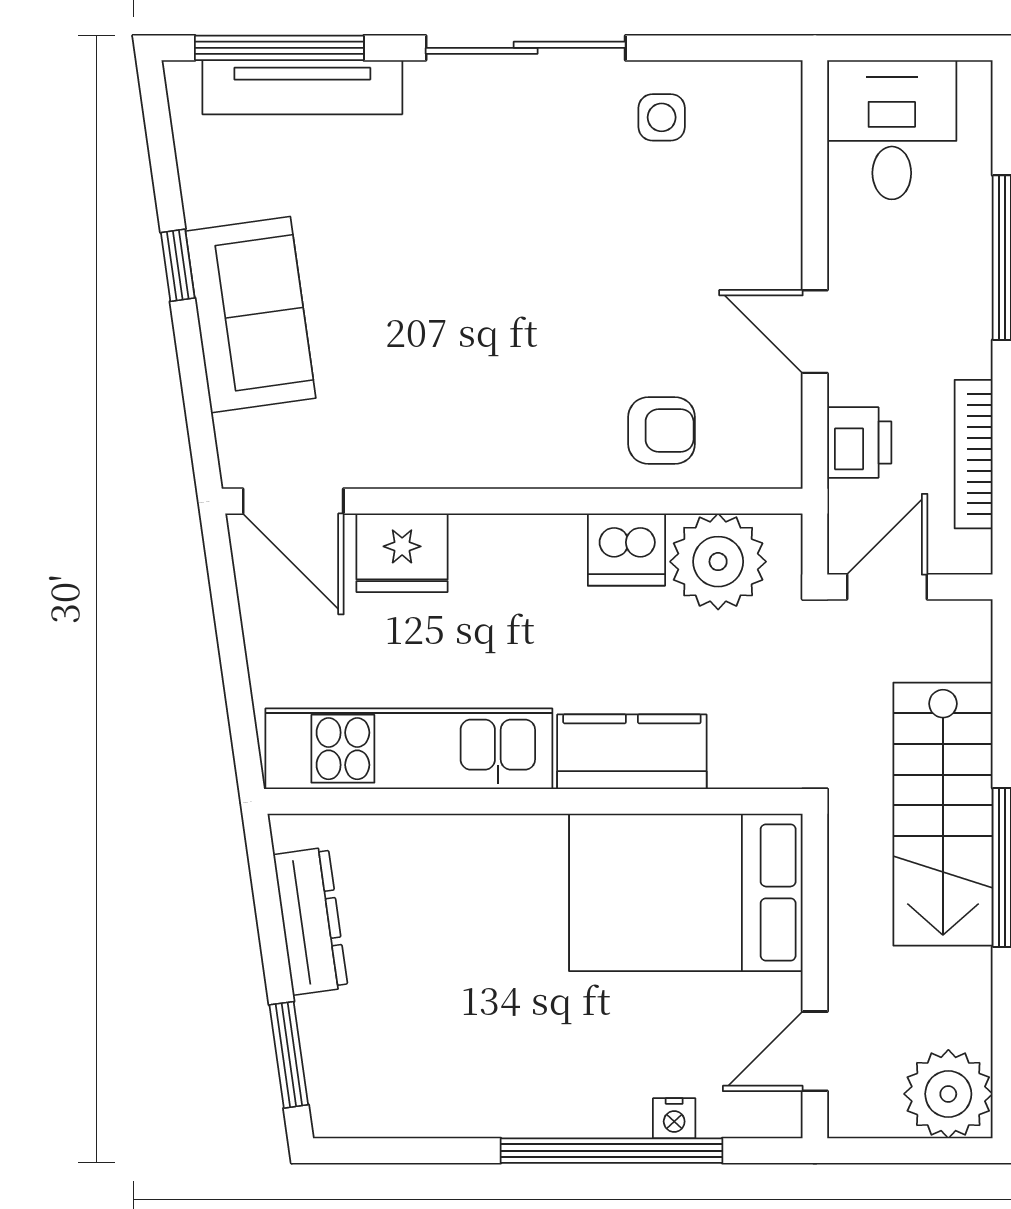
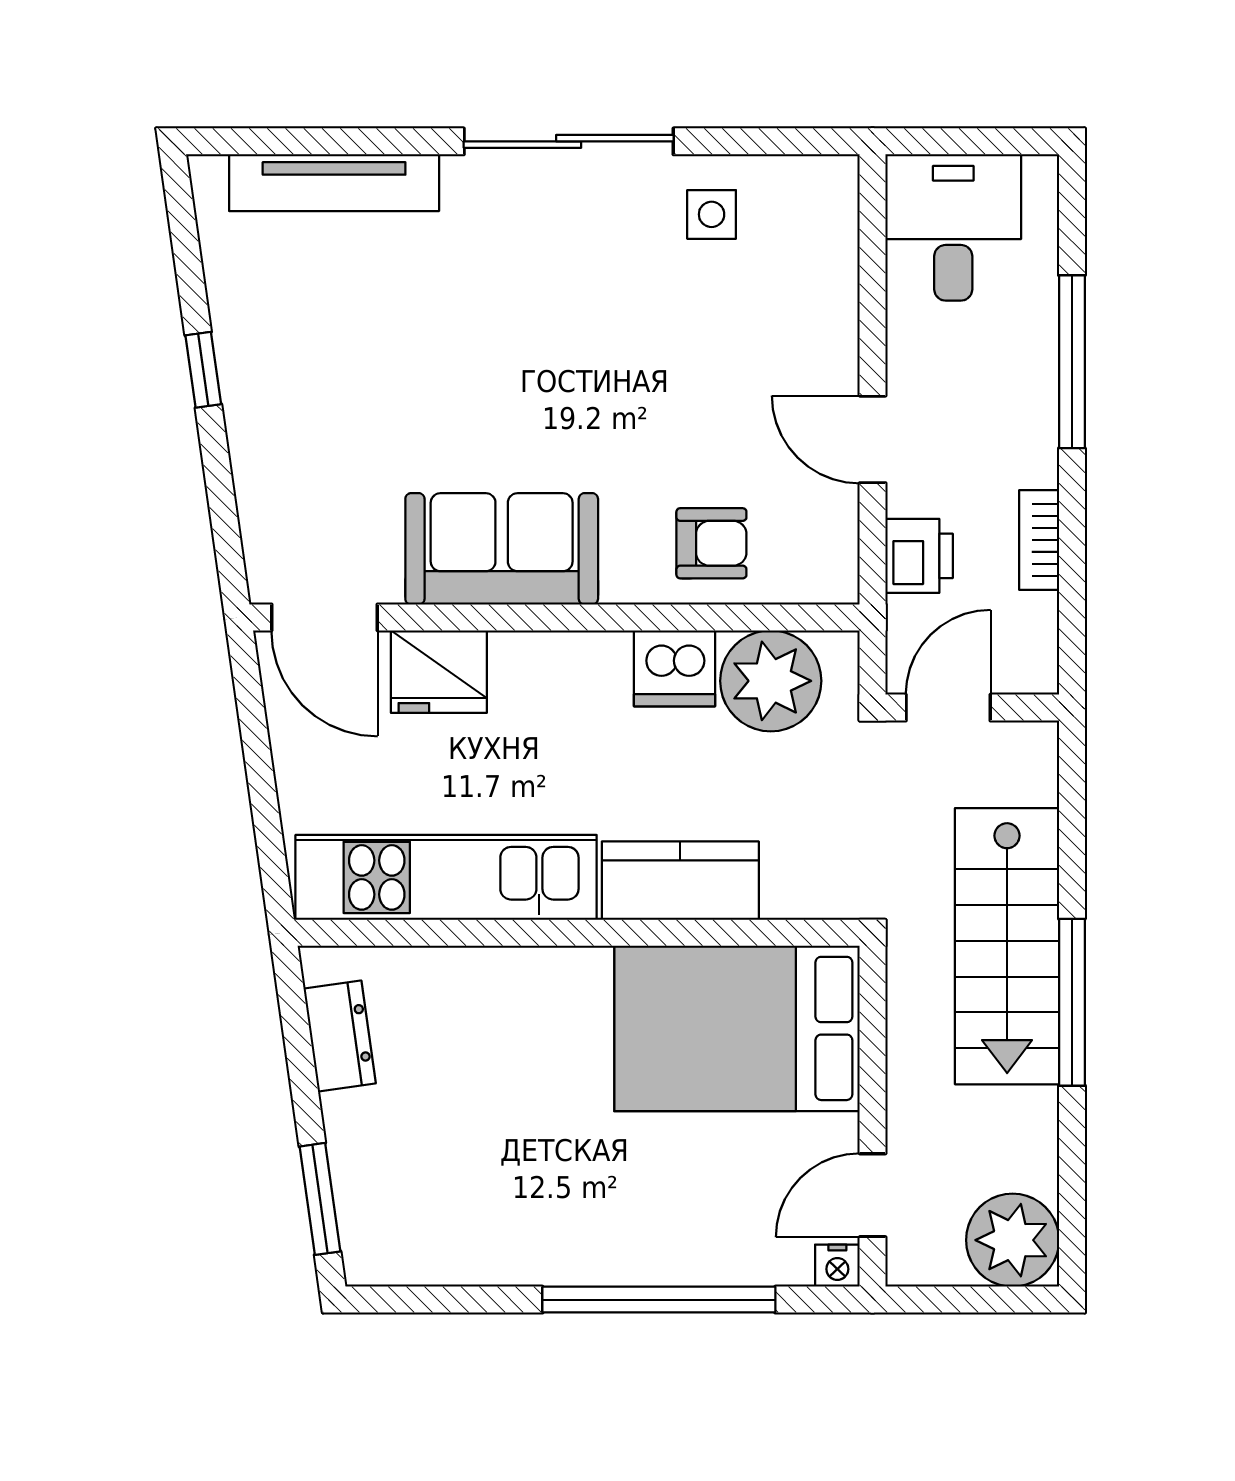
window: (279, 48) -> (310, 141), removed
sofa: (251, 315) -> (502, 549), moved, turned -82
bookcase: (974, 454) -> (1039, 540), width x0.64
dresser: (311, 921) -> (340, 1036), width x0.70
nightstand: (674, 1118) -> (837, 1266), moved

